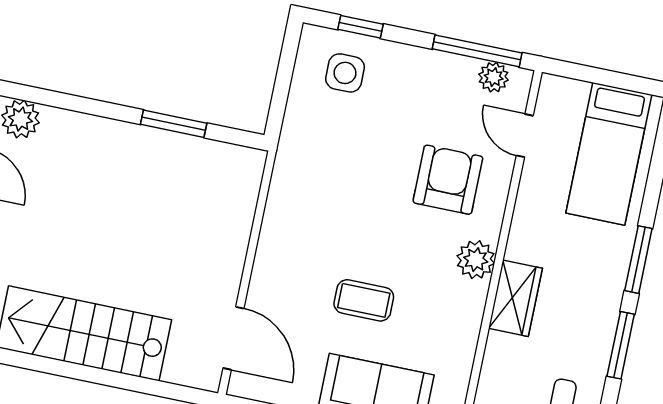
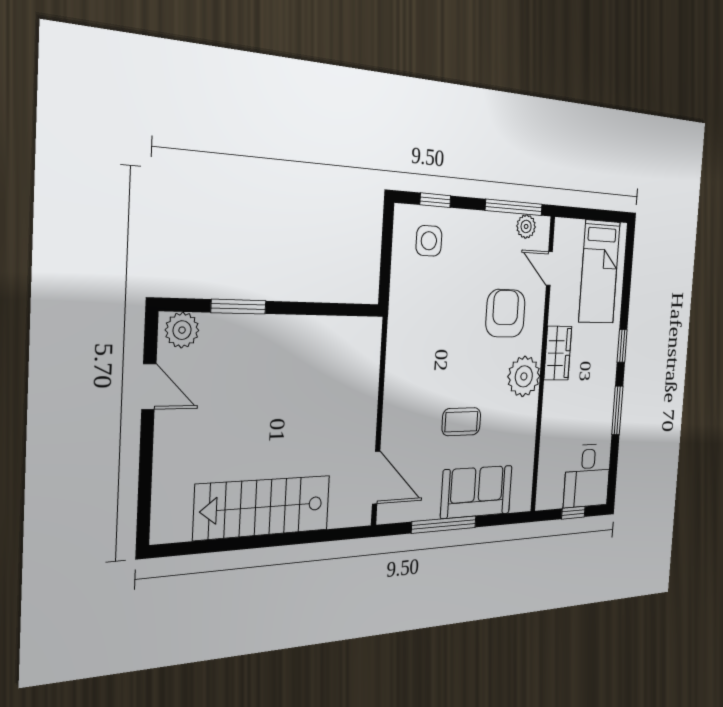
window: (174, 124) -> (239, 307), moved
plant: (476, 260) -> (524, 376), width x1.36, depth x1.36
window: (638, 260) -> (622, 346), width x0.67
wardrobe: (515, 298) -> (558, 353), moved

